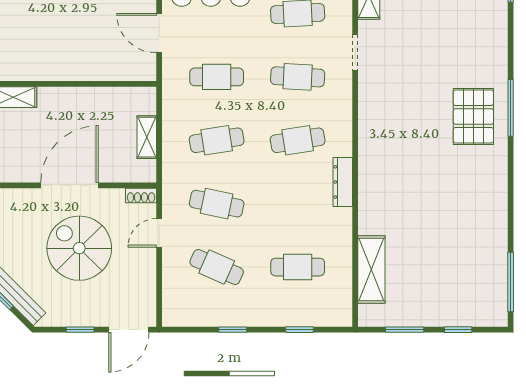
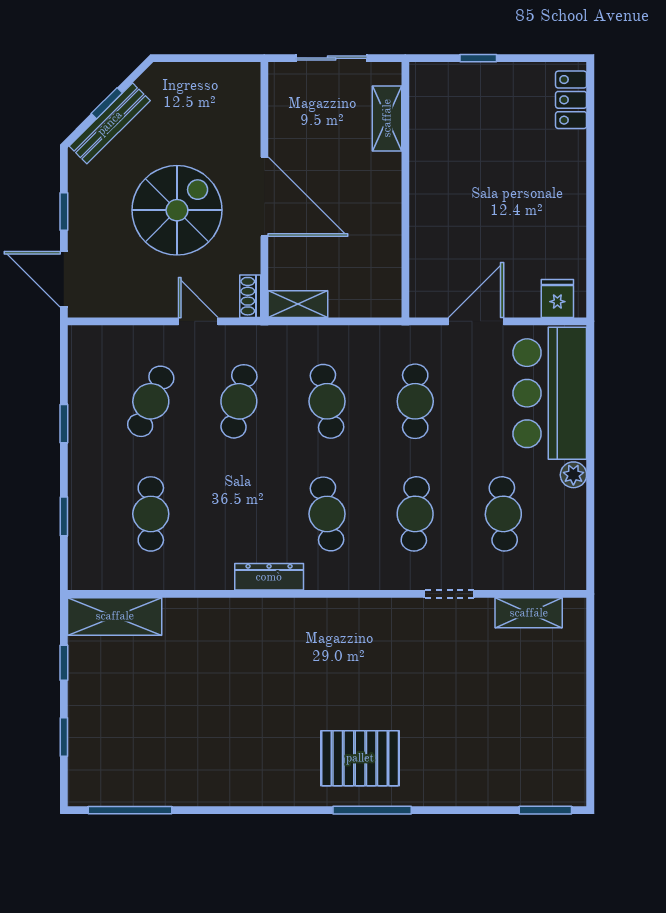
shelving: (147, 137) -> (298, 304), moved
shelving: (371, 269) -> (115, 616), moved
window: (405, 330) -> (64, 663), width x0.67

